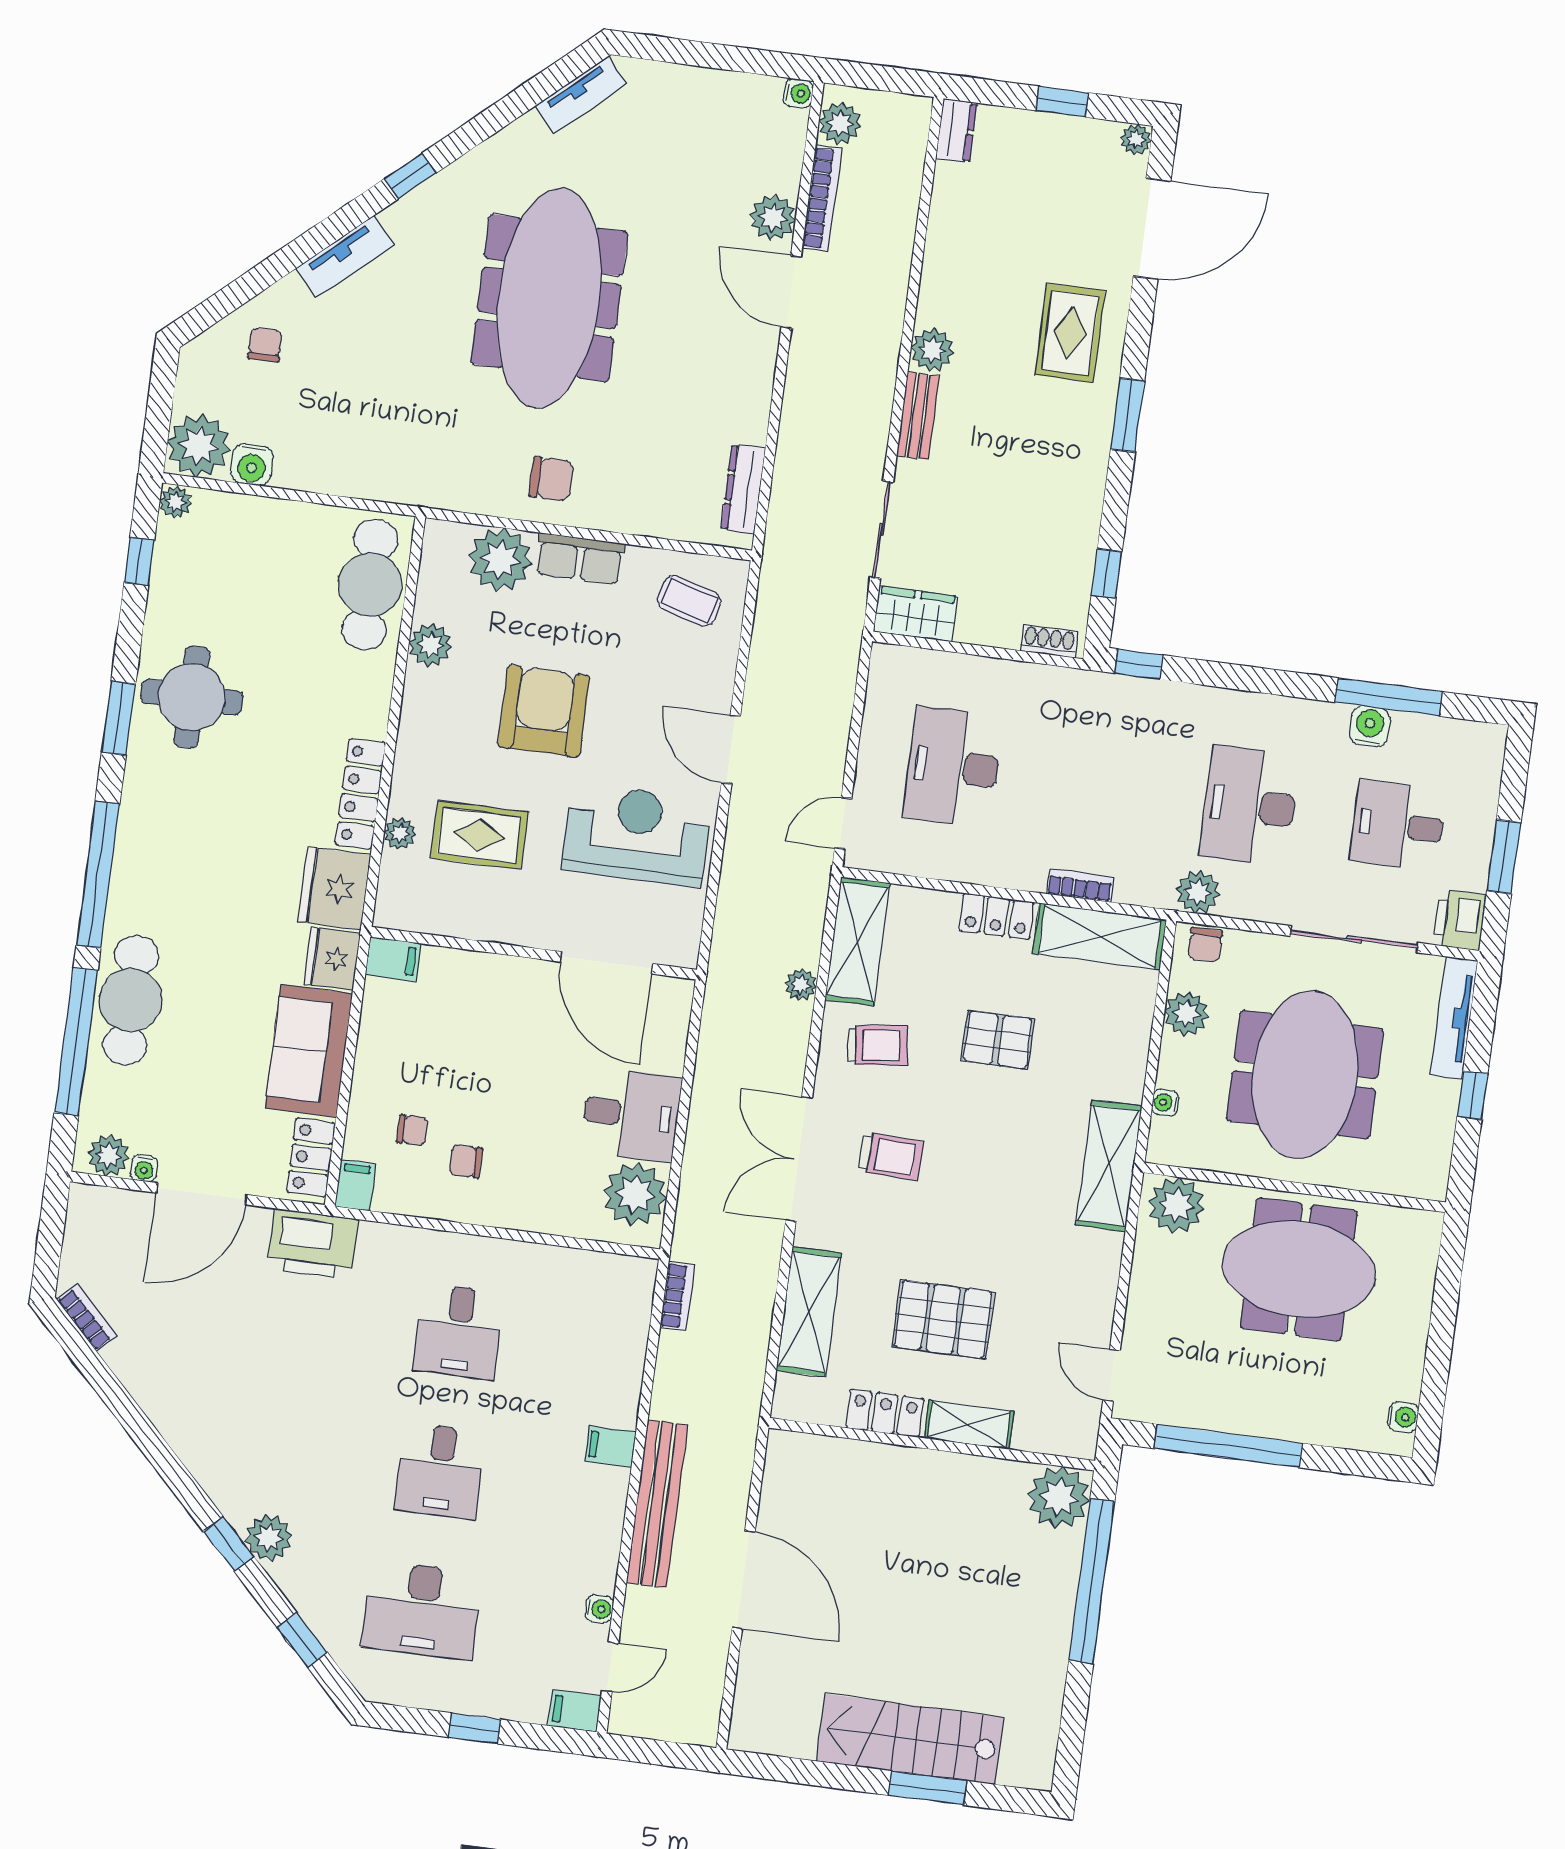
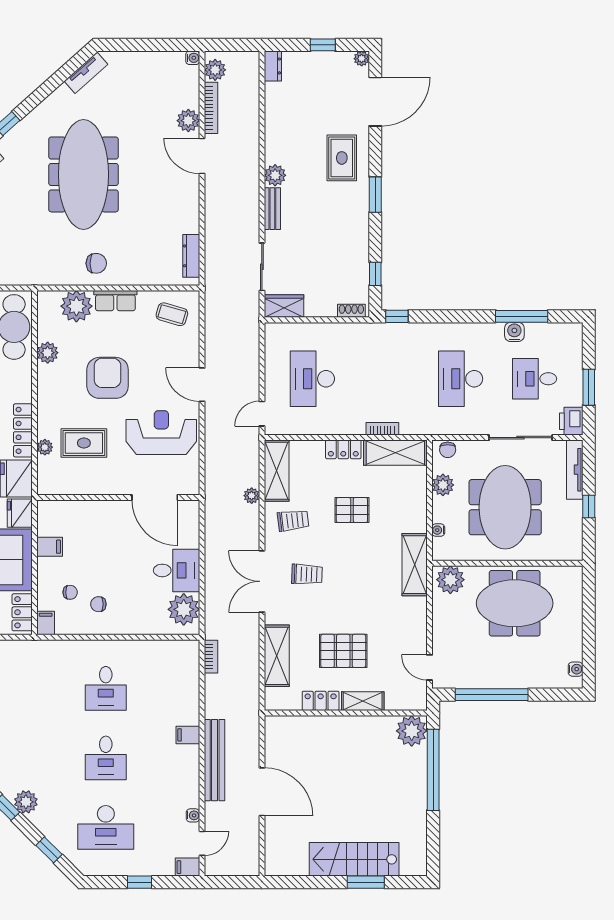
plant: (1198, 892) -> (441, 424), removed
filing cabinet: (393, 959) -> (50, 547), moved
printer: (313, 1244) -> (29, 655), removed

